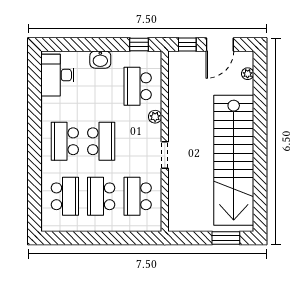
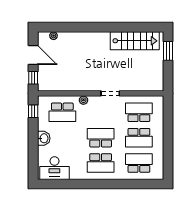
stairs: (234, 160) -> (135, 41), width x0.54, depth x0.66
school desk: (138, 196) -> (139, 112), turned 180

